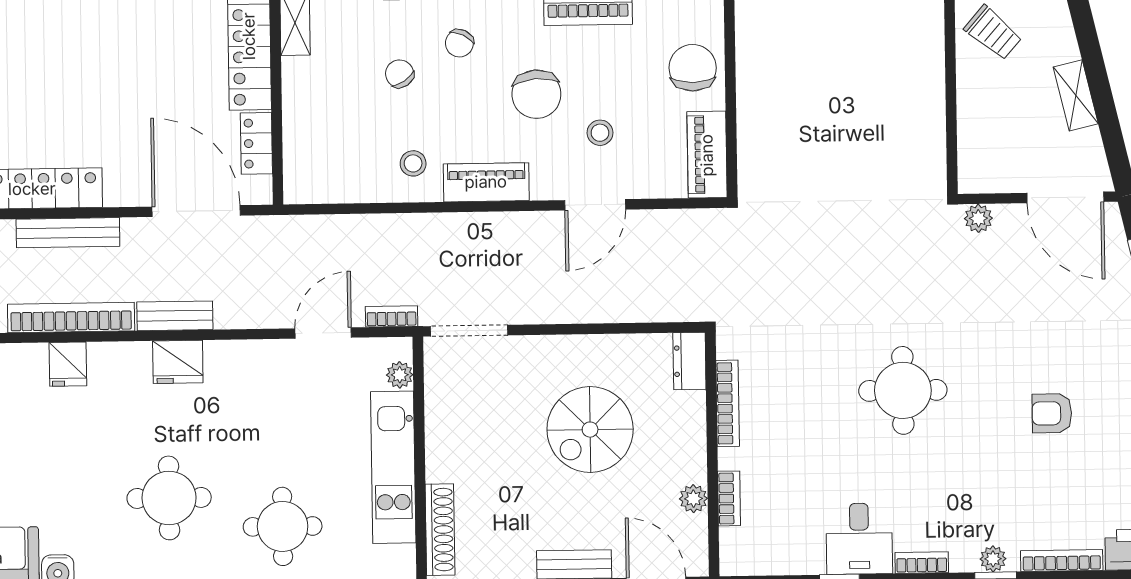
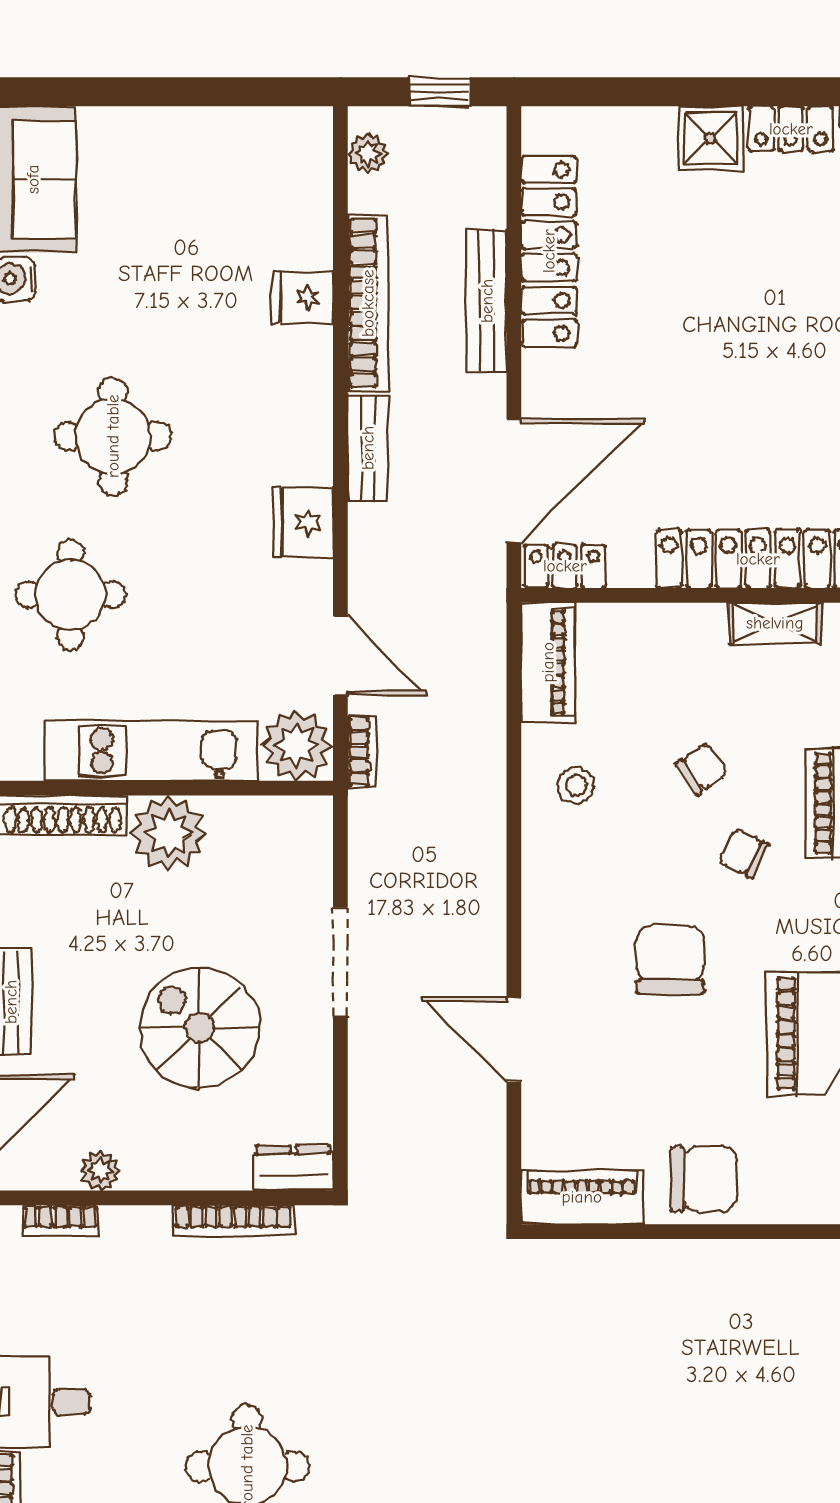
chair: (536, 94) -> (670, 960), turned 94
stool: (600, 133) -> (615, 1048), removed
locker: (256, 143) -> (565, 566), moved
piano: (486, 182) -> (548, 662), moved
doorway: (469, 331) -> (340, 962), moved
fridge: (178, 362) -> (303, 522), moved
plant: (400, 375) -> (297, 745), width x1.88, depth x1.88
plant: (452, 454) -> (168, 833), added
bookcase: (729, 498) -> (60, 1220), moved

